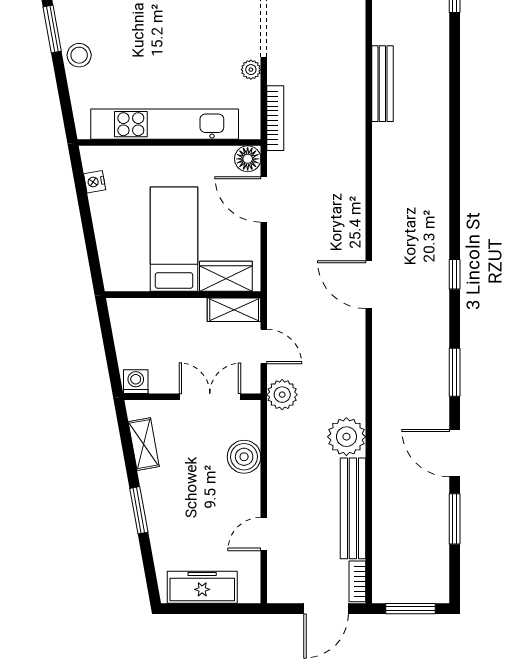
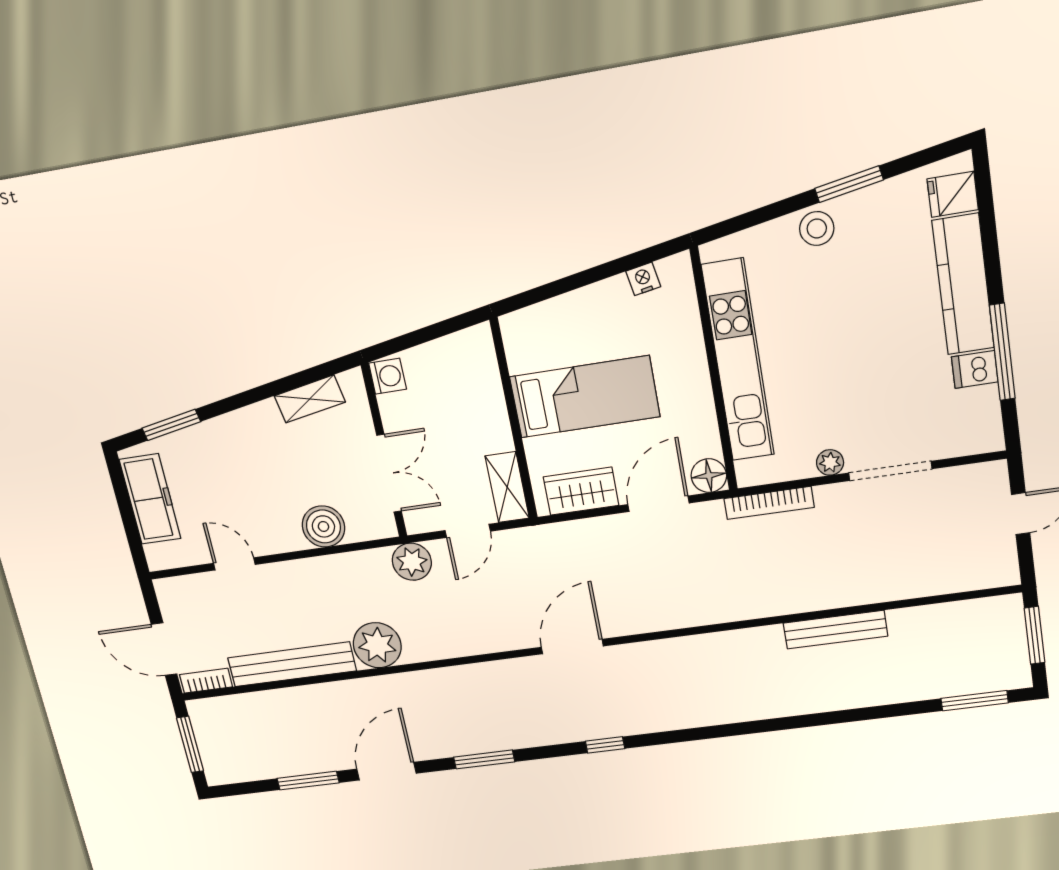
wardrobe: (226, 276) -> (581, 491), moved, turned -90
window: (139, 510) -> (171, 425), moved

